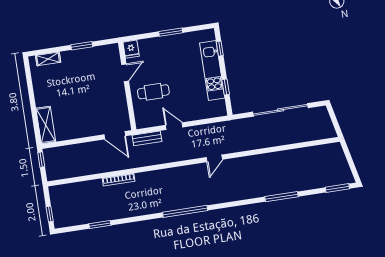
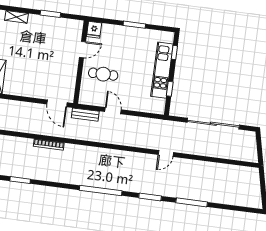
door: (214, 158) -> (166, 153), moved
window: (337, 188) -> (150, 197), moved

